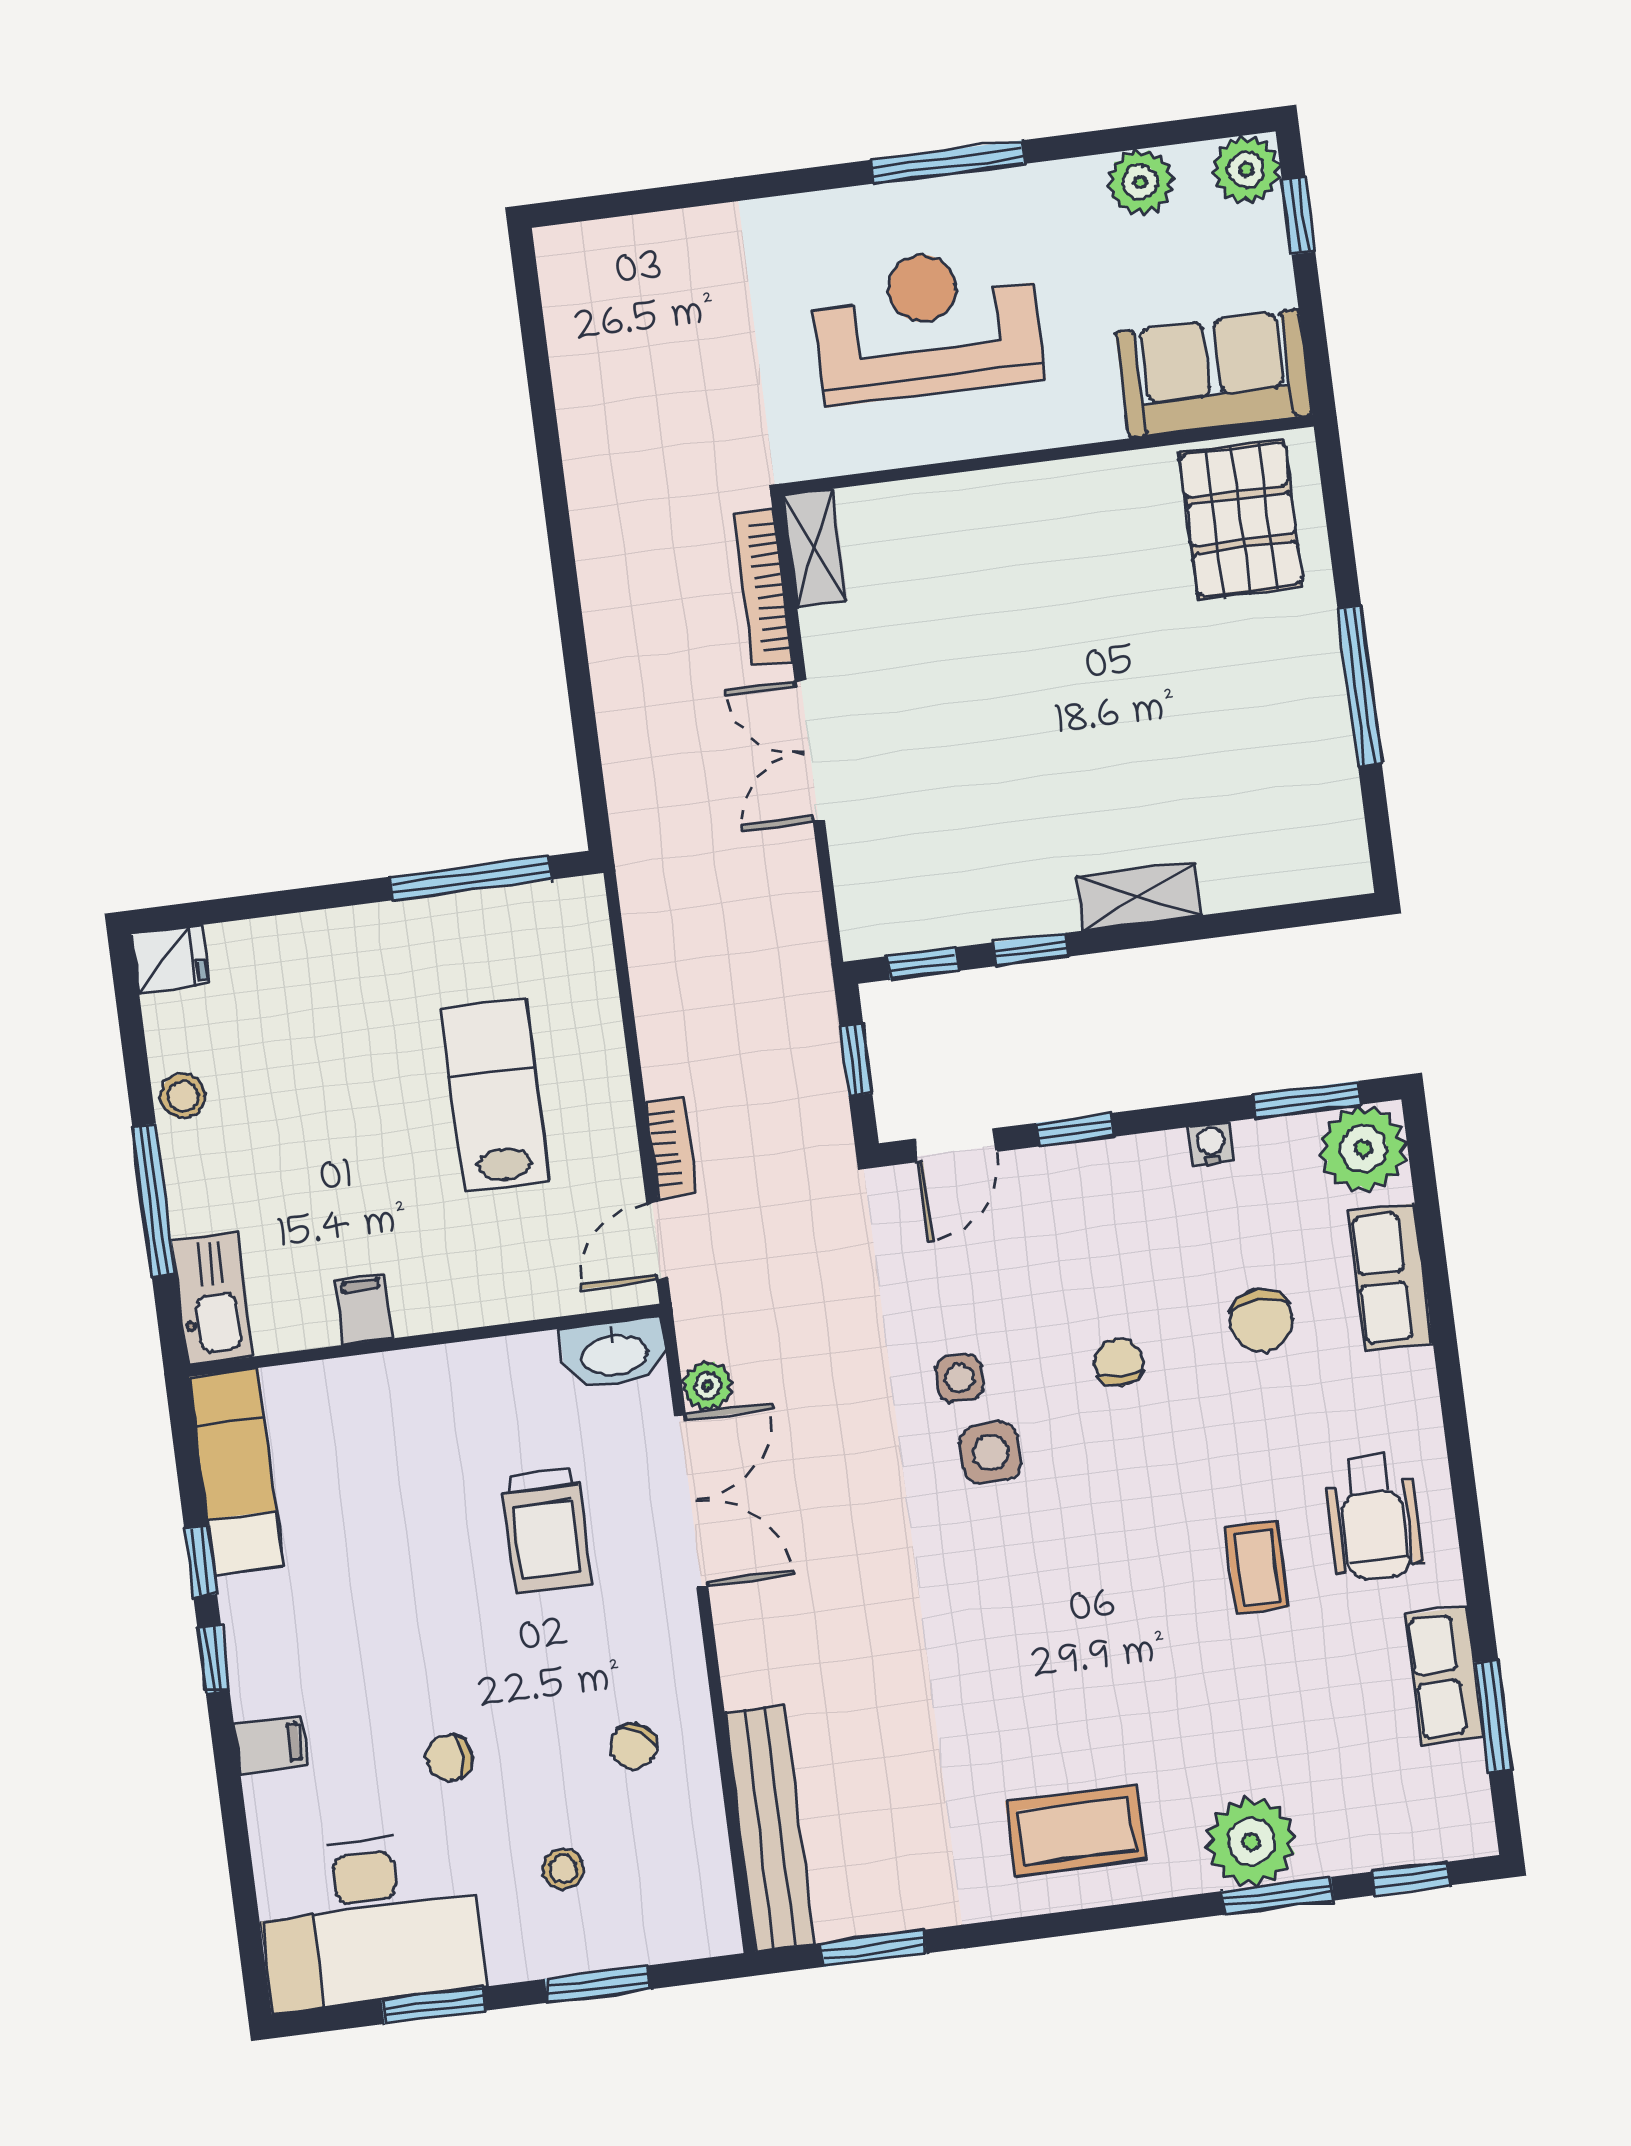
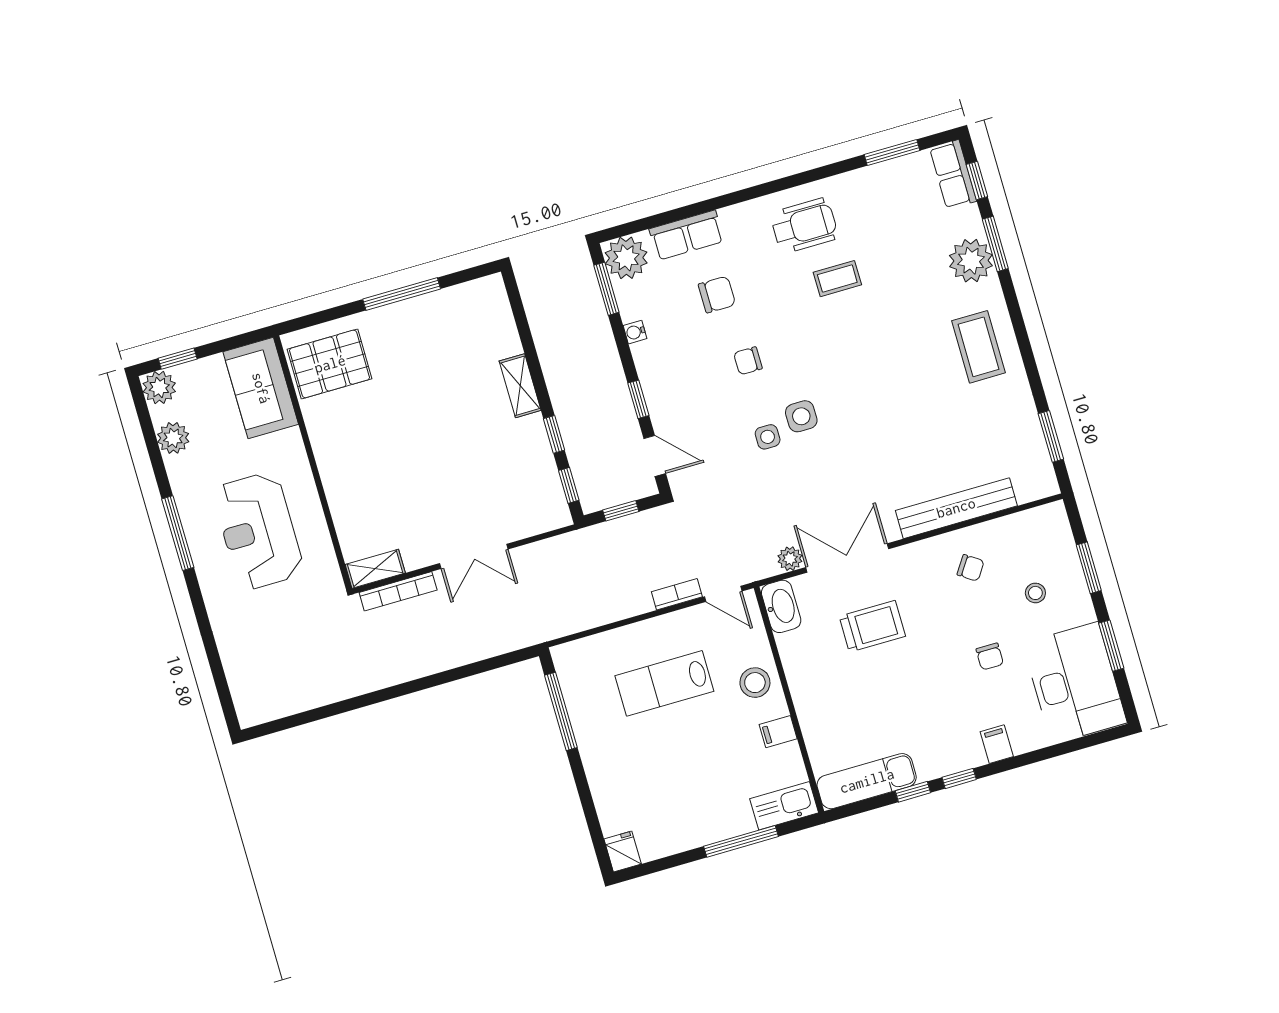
stool: (183, 1096) -> (755, 683), moved, width x1.37, depth x1.37
row of seats: (1444, 1676) -> (953, 175), moved, turned 90
bench: (770, 1828) -> (956, 508), moved

